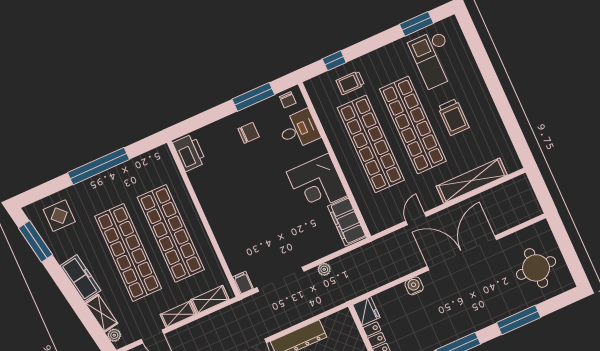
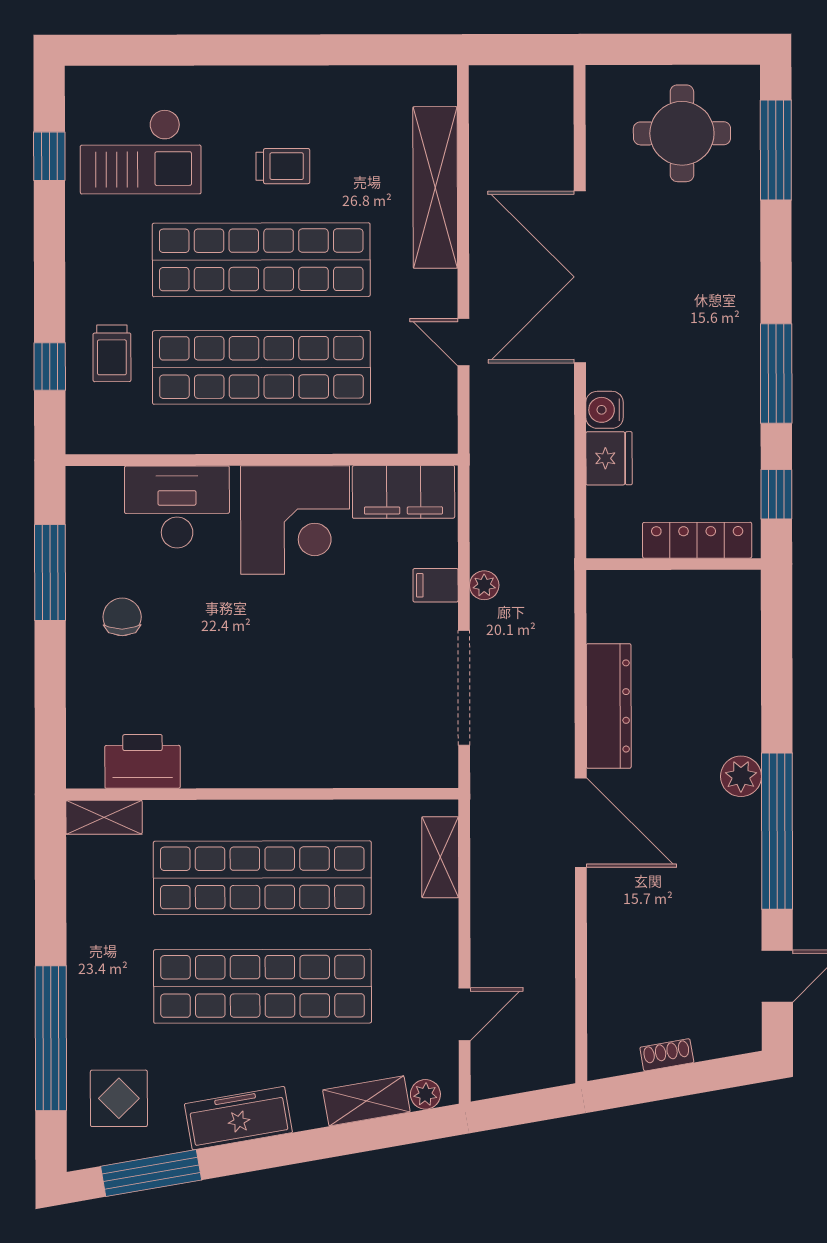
window: (417, 24) -> (49, 156), width x0.67
chair: (288, 100) -> (89, 502), removed
trolley: (453, 117) -> (283, 166), width x0.73, depth x0.72
desk: (299, 130) -> (177, 507), width x1.37
printer: (189, 153) -> (143, 761), moved
window: (99, 166) -> (51, 1038), moved
freezer: (80, 278) -> (238, 1118), moved
filing cabinet: (243, 283) -> (436, 585), moved
fridge: (366, 311) -> (609, 458), moved, turned 90
shelving: (178, 314) -> (104, 817), moved, turned 90
window: (519, 320) -> (776, 150), moved

